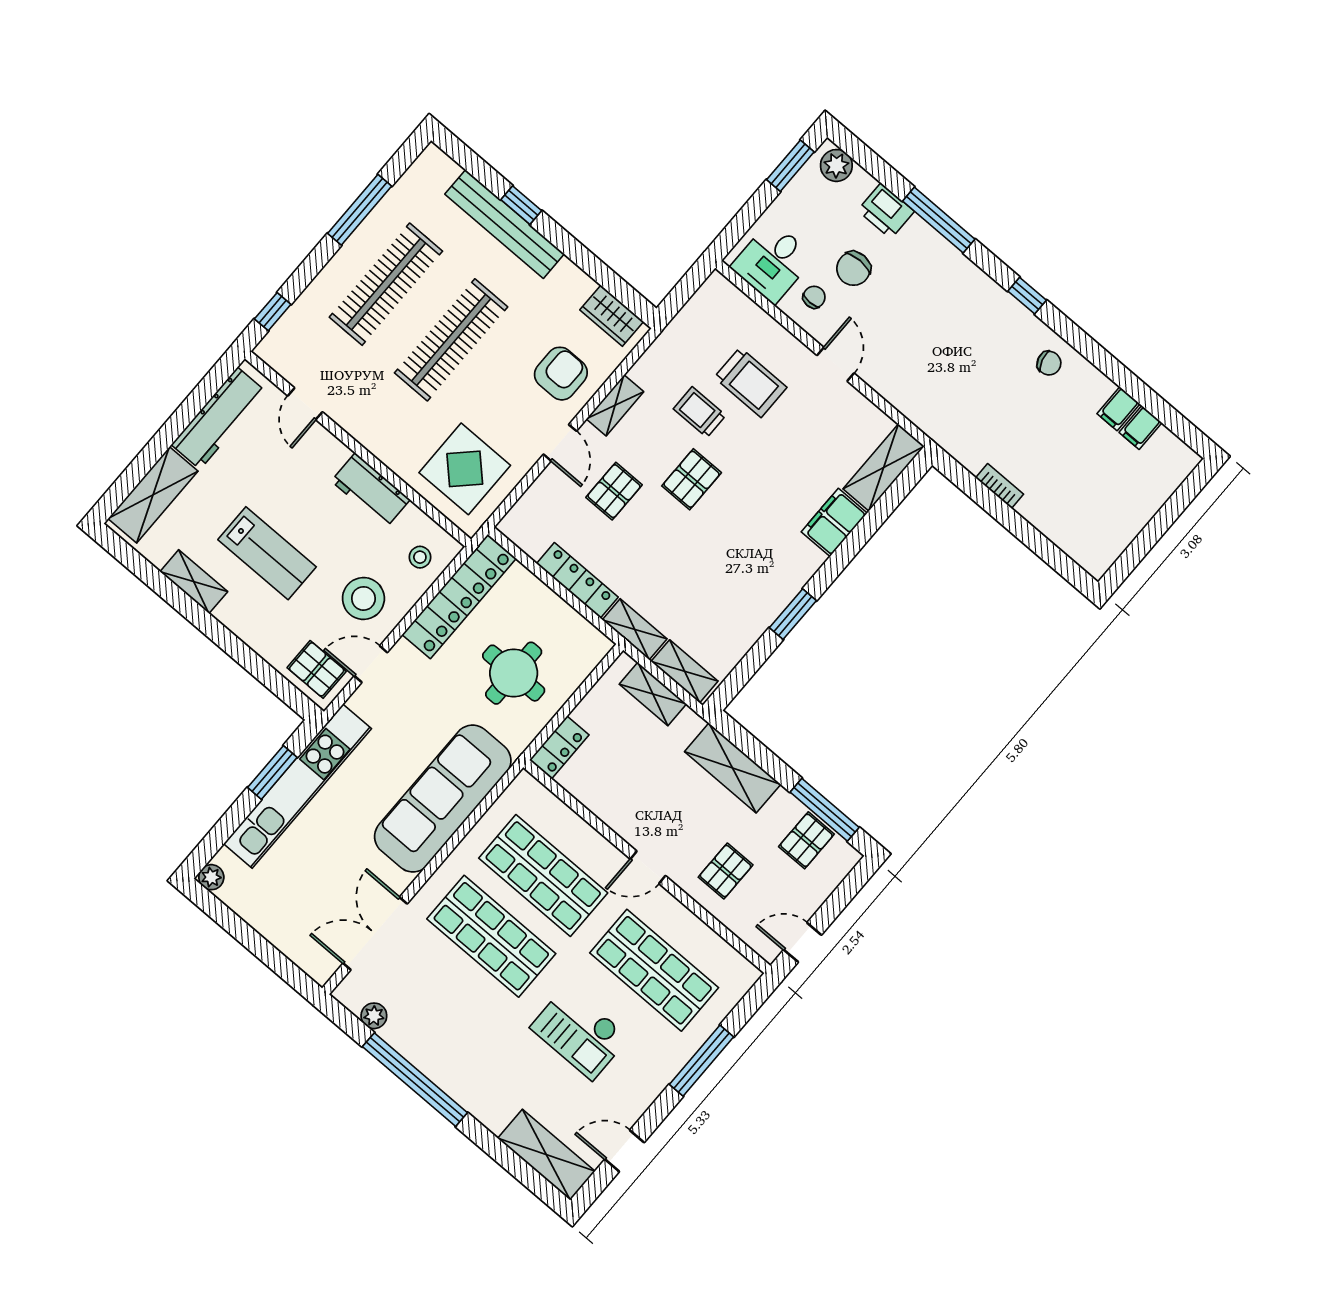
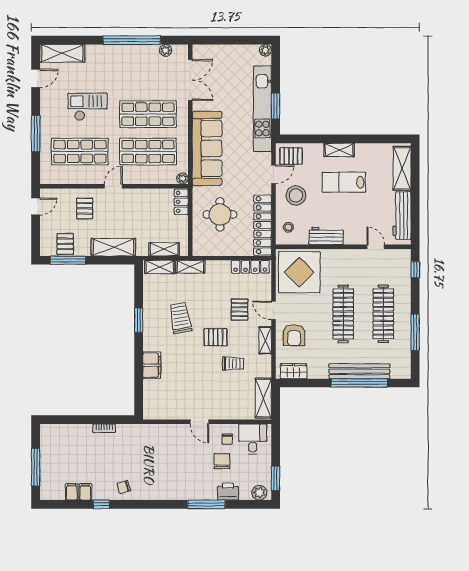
window: (521, 205) -> (359, 383), width x3.17
window: (1027, 296) -> (101, 504), moved
trolley: (751, 382) -> (180, 318), moved, turned 80
shelving: (884, 468) -> (263, 398), moved
display table: (465, 469) -> (299, 272), width x1.36, depth x1.36
pallet: (692, 479) -> (216, 337), turned 90
window: (1165, 518) -> (36, 467), added
locker: (577, 580) -> (250, 267), moved
shelving: (194, 582) -> (339, 150), moved
plant: (525, 784) -> (182, 178), added

